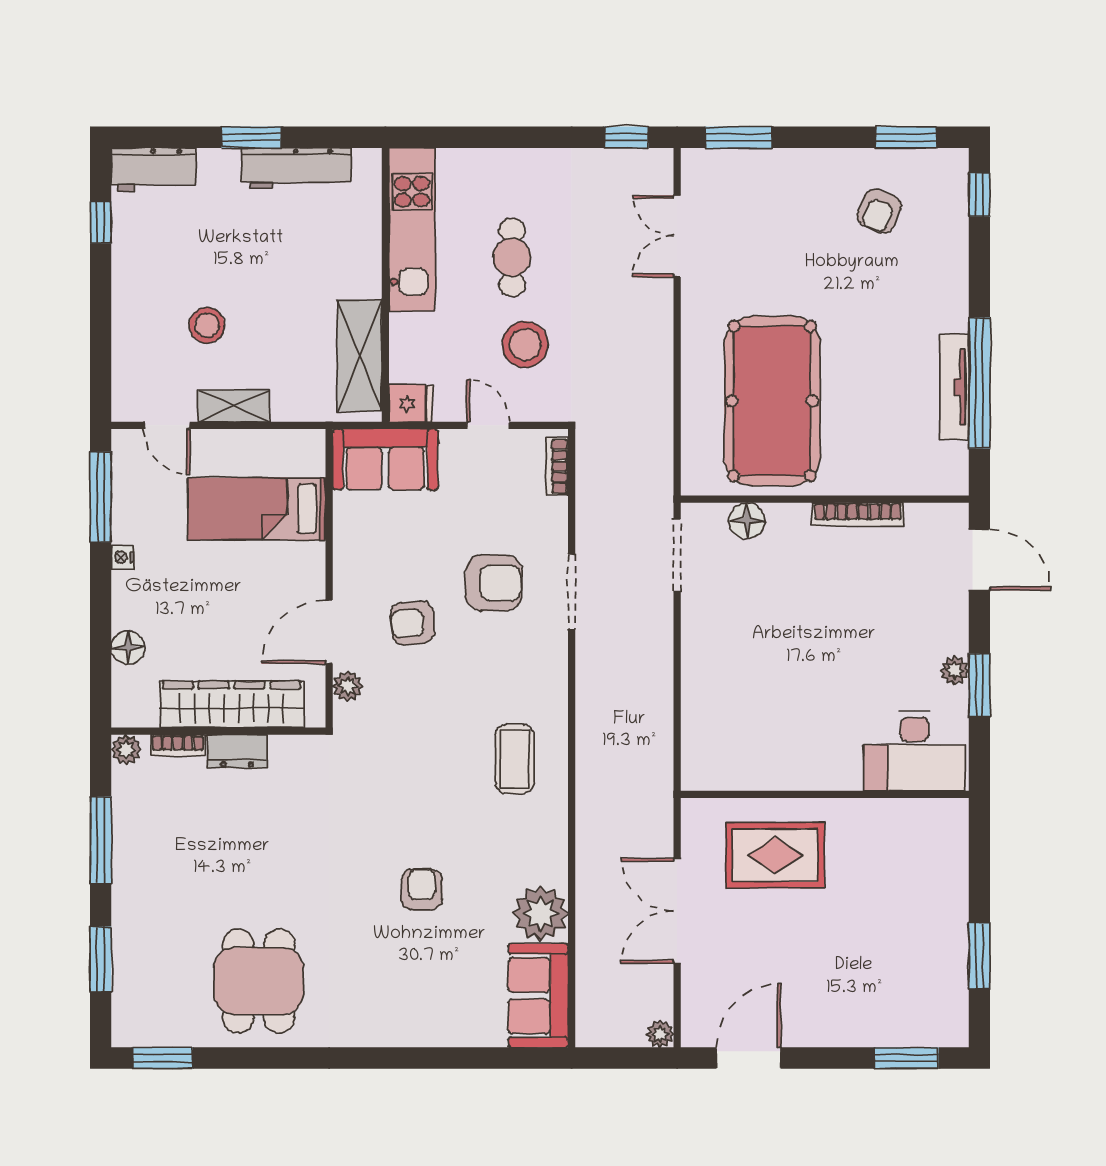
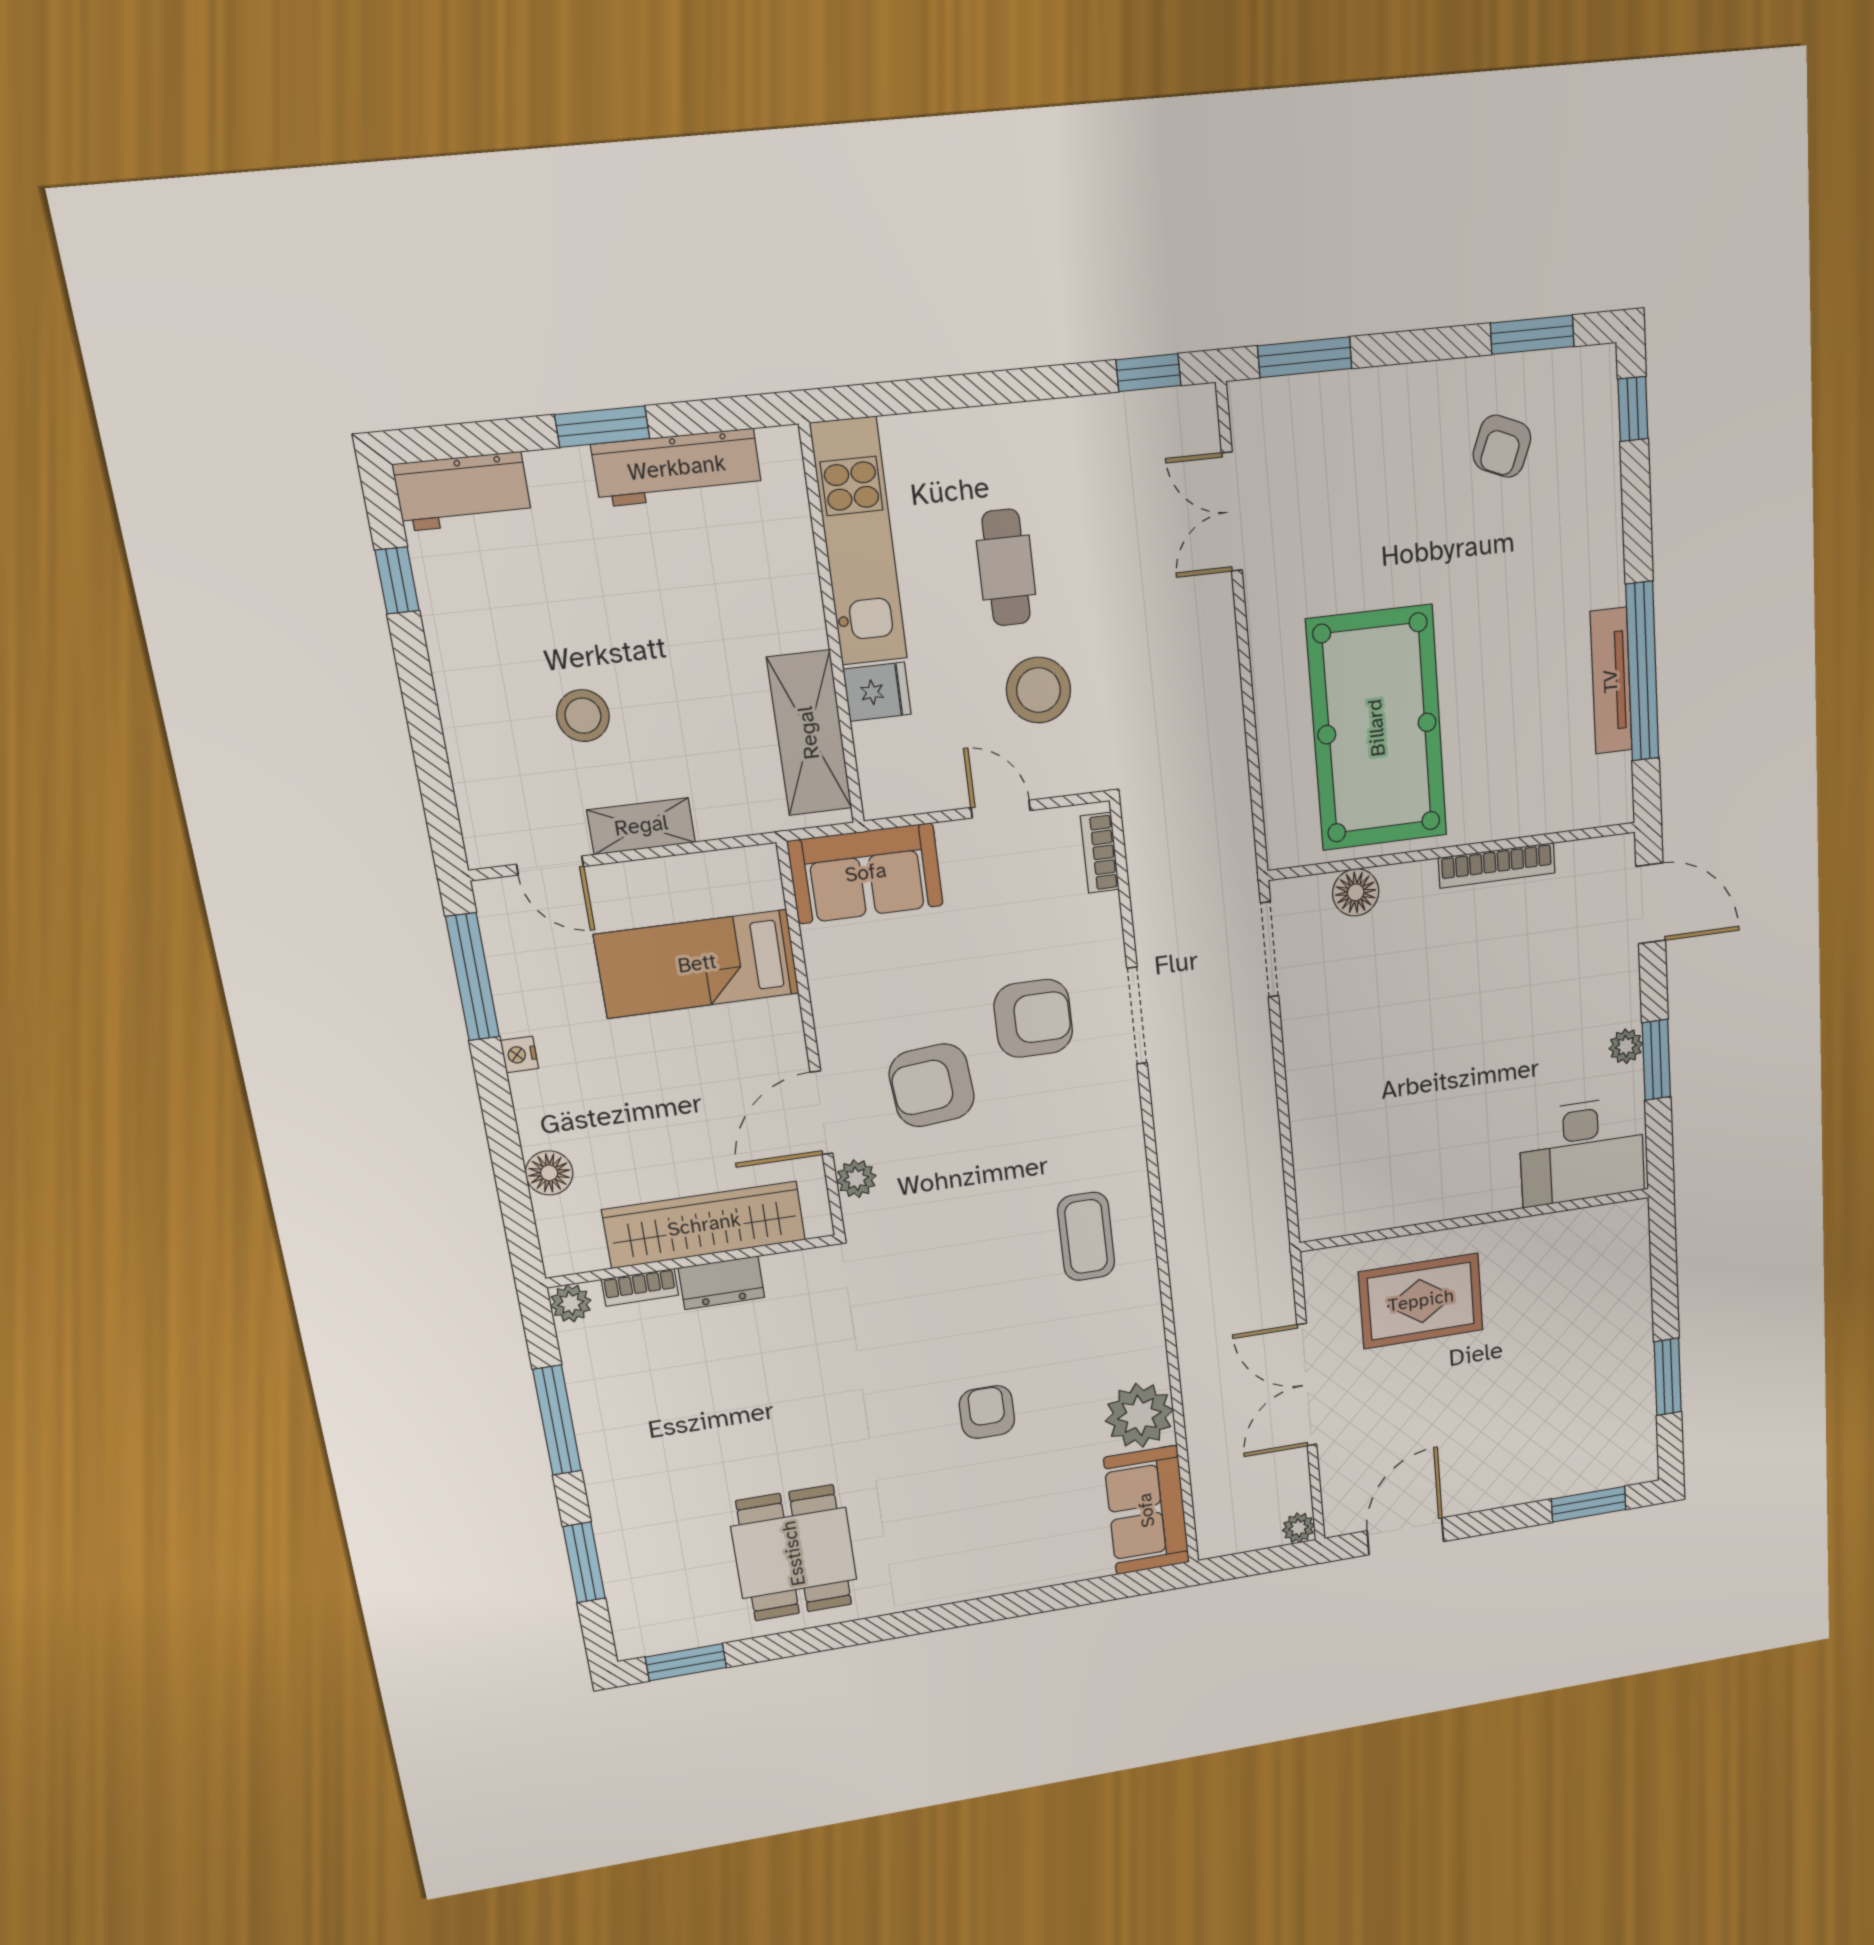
fridge: (411, 404) -> (877, 692), moved
armchair: (413, 623) -> (932, 1085), width x1.38, depth x1.38

